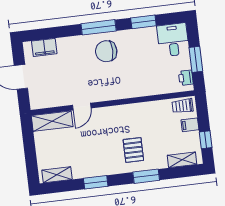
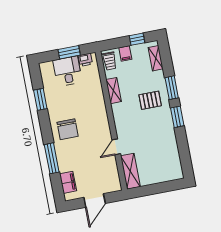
window: (99, 27) -> (52, 158), moved
desk: (173, 40) -> (68, 71), moved, turned 90
door: (82, 107) -> (116, 147), swing flipped
shelving: (57, 175) -> (114, 91), moved
window: (96, 182) -> (177, 117), moved

